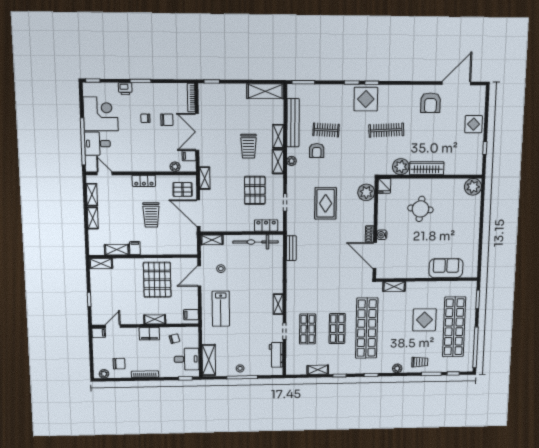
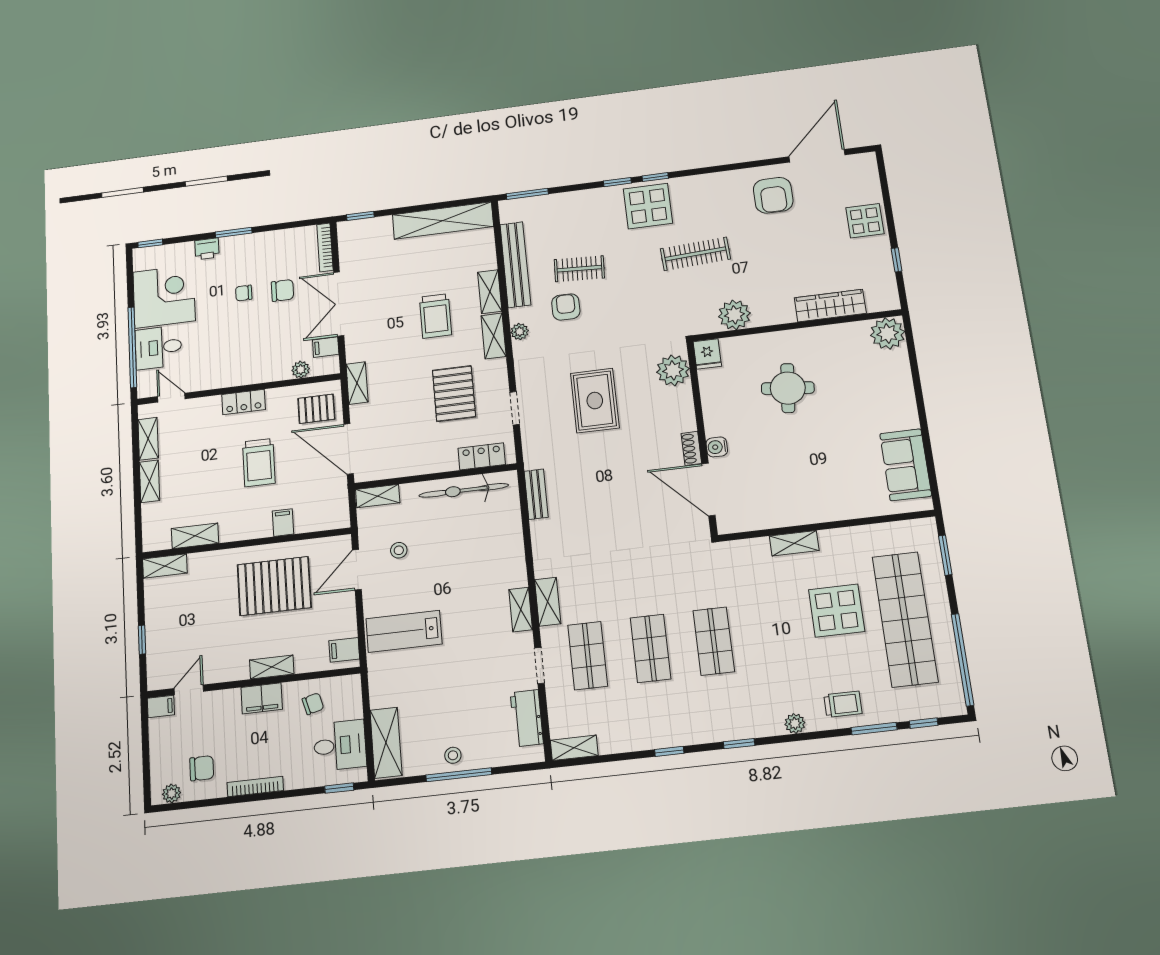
shelving: (265, 91) -> (443, 221), width x1.47
armchair: (317, 151) -> (566, 307), turned 180
wardrobe: (427, 168) -> (830, 306), moved
filing cabinet: (135, 248) -> (283, 523), moved
sofa: (446, 268) -> (906, 465), moved, turned -90
pallet: (157, 280) -> (274, 586), turned 90
shelving: (394, 287) -> (794, 543), moved
shelving: (291, 302) -> (548, 602), added
lab bench: (221, 309) -> (404, 631), turned 90
shop shelf: (367, 328) -> (714, 641), width x0.50, depth x0.74
shelving: (318, 370) -> (574, 748), moved

